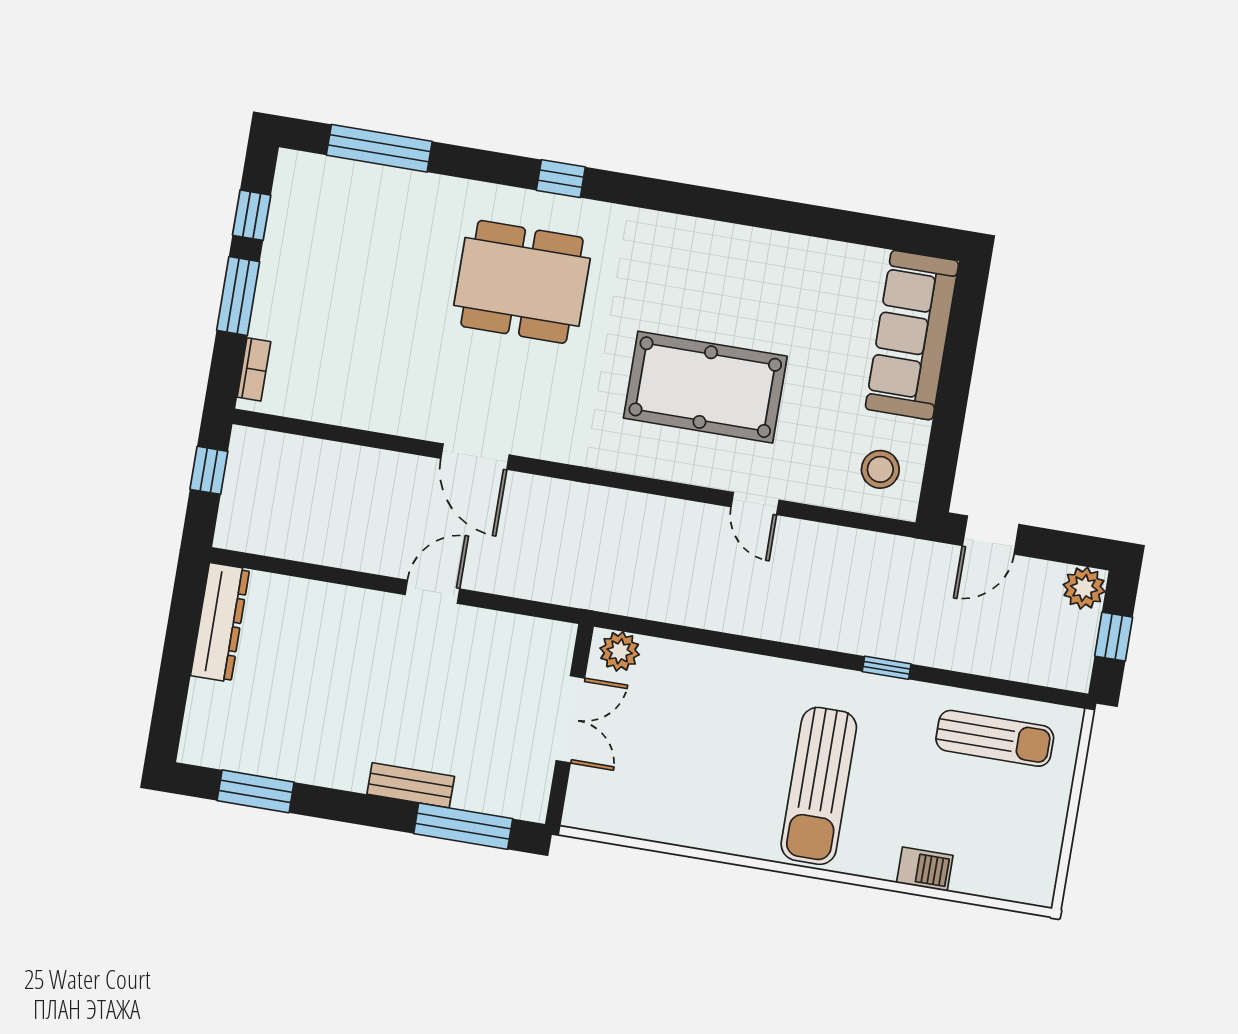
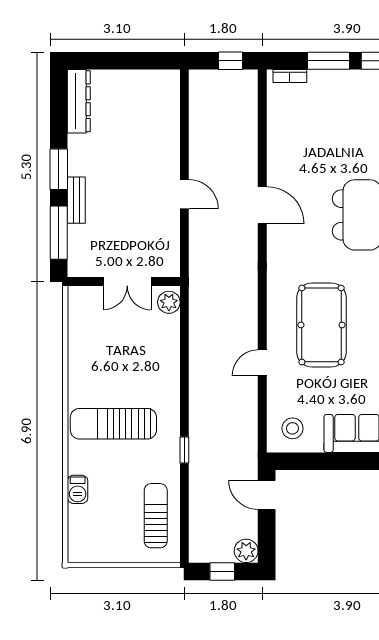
door: (475, 457) -> (262, 205), swing flipped
dresser: (220, 622) -> (79, 101), moved, turned -90
sun lounger: (995, 738) -> (156, 516), turned 180
window: (256, 791) -> (59, 169), moved

